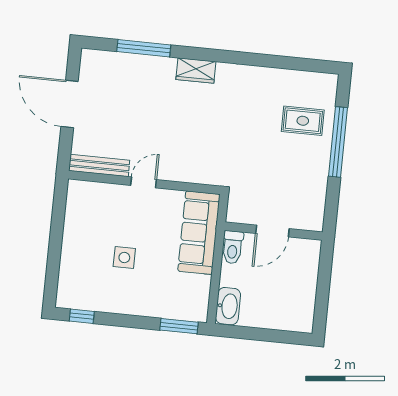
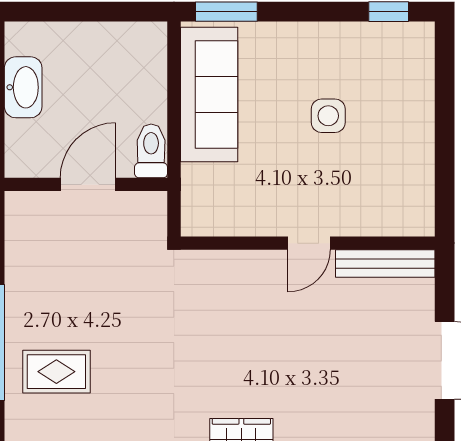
sofa: (199, 233) -> (209, 94), moved
washbasin: (228, 306) -> (23, 87), moved, turned 180

